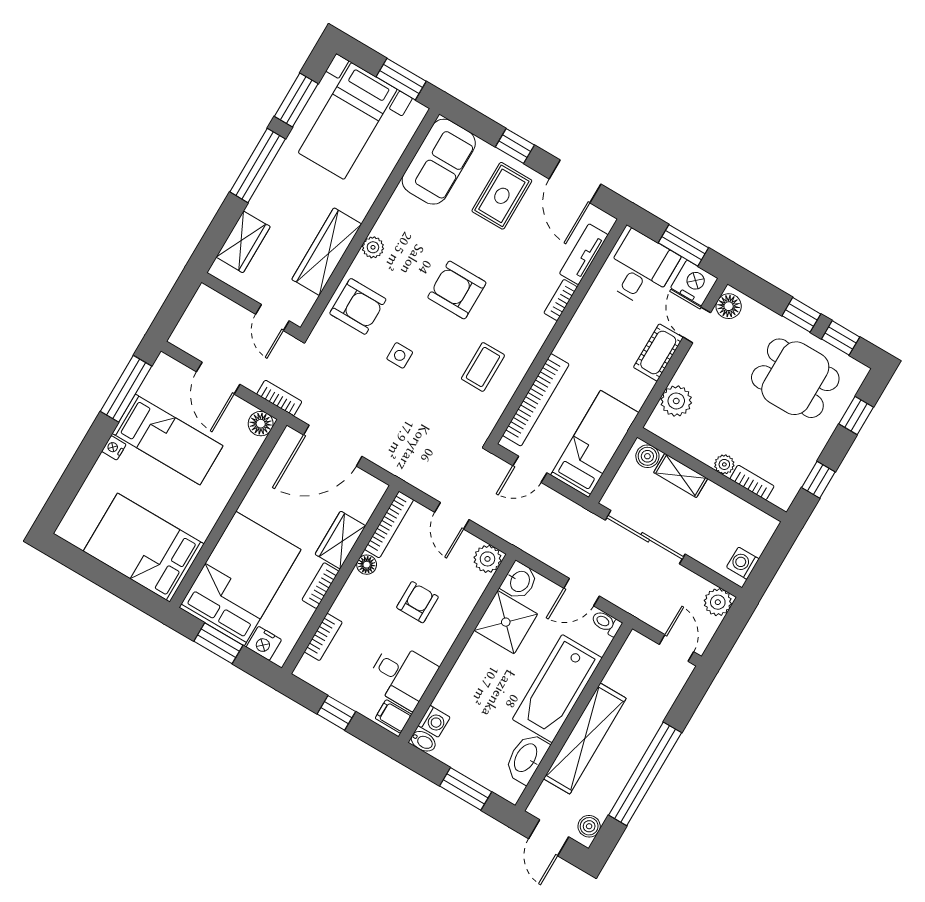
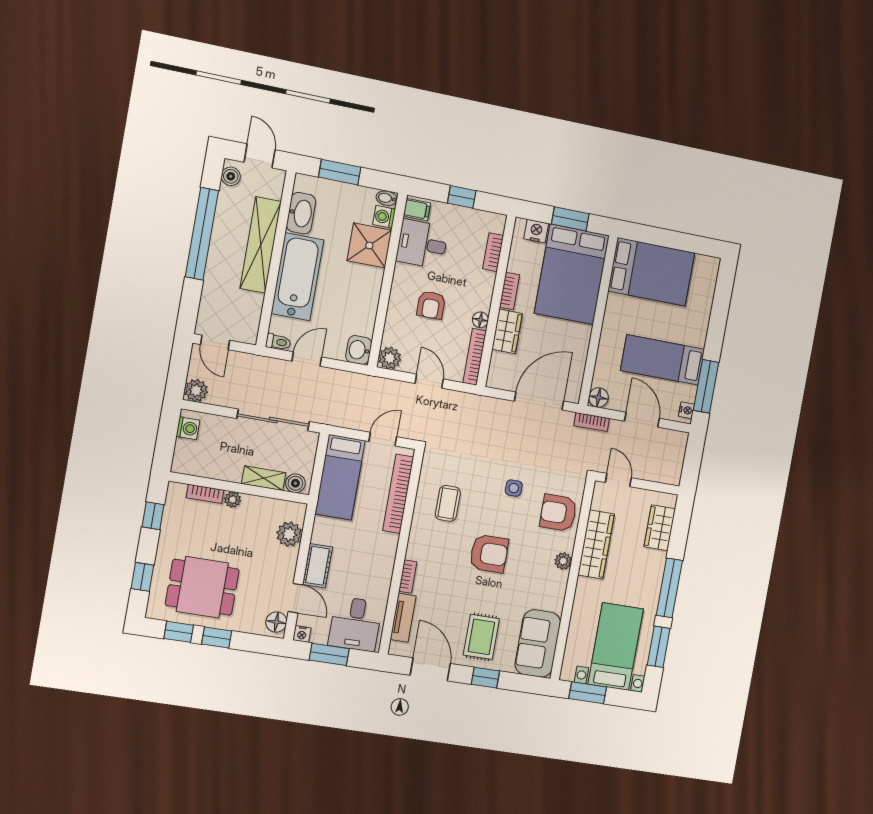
nightstand: (694, 283) -> (302, 634), width x0.53, depth x0.56
nightstand: (114, 448) -> (686, 410), moved
shower: (506, 622) -> (369, 245), moved

